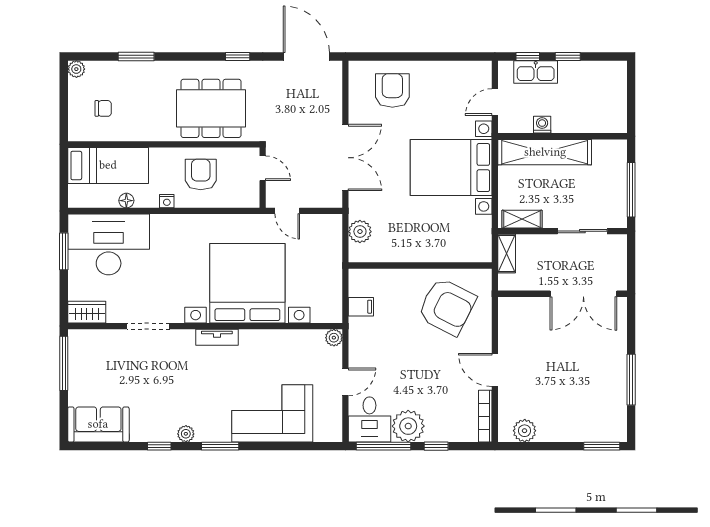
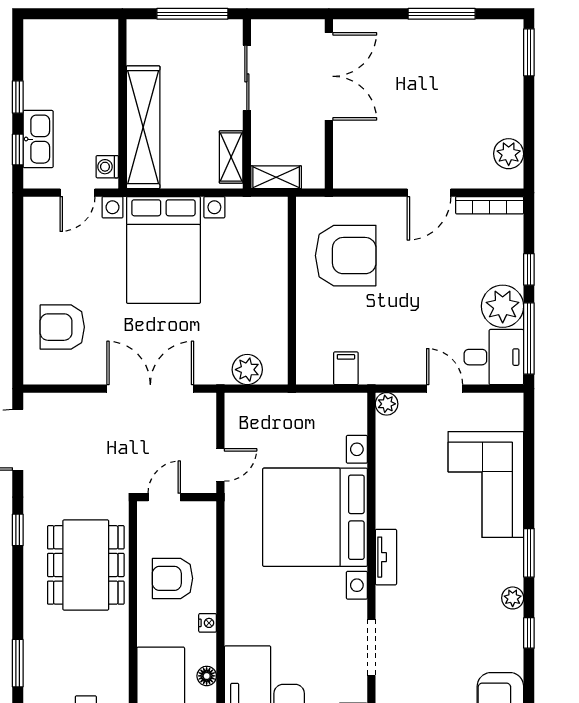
door: (495, 102) -> (77, 193), hinge flipped
washing machine: (542, 125) -> (107, 167), moved
armchair: (447, 307) -> (346, 256), turned 63

